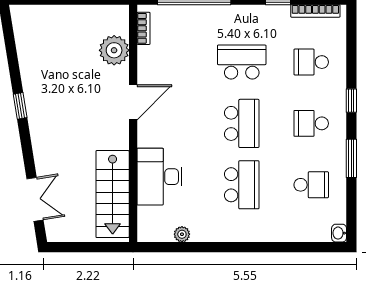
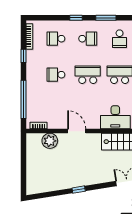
school desk: (242, 62) -> (56, 75), width x0.54
school desk: (311, 62) -> (56, 39), turned 90
school desk: (311, 123) -> (88, 39), turned -90
school desk: (311, 185) -> (120, 39), turned 180

